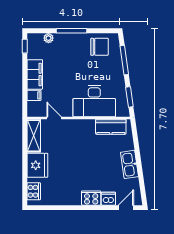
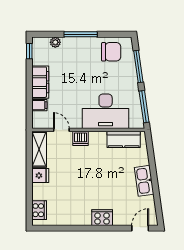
window: (129, 97) -> (144, 107), width x1.44
fridge: (37, 165) -> (40, 175), width x0.53, depth x0.75
dishwasher: (108, 199) -> (81, 138), moved, turned 180

